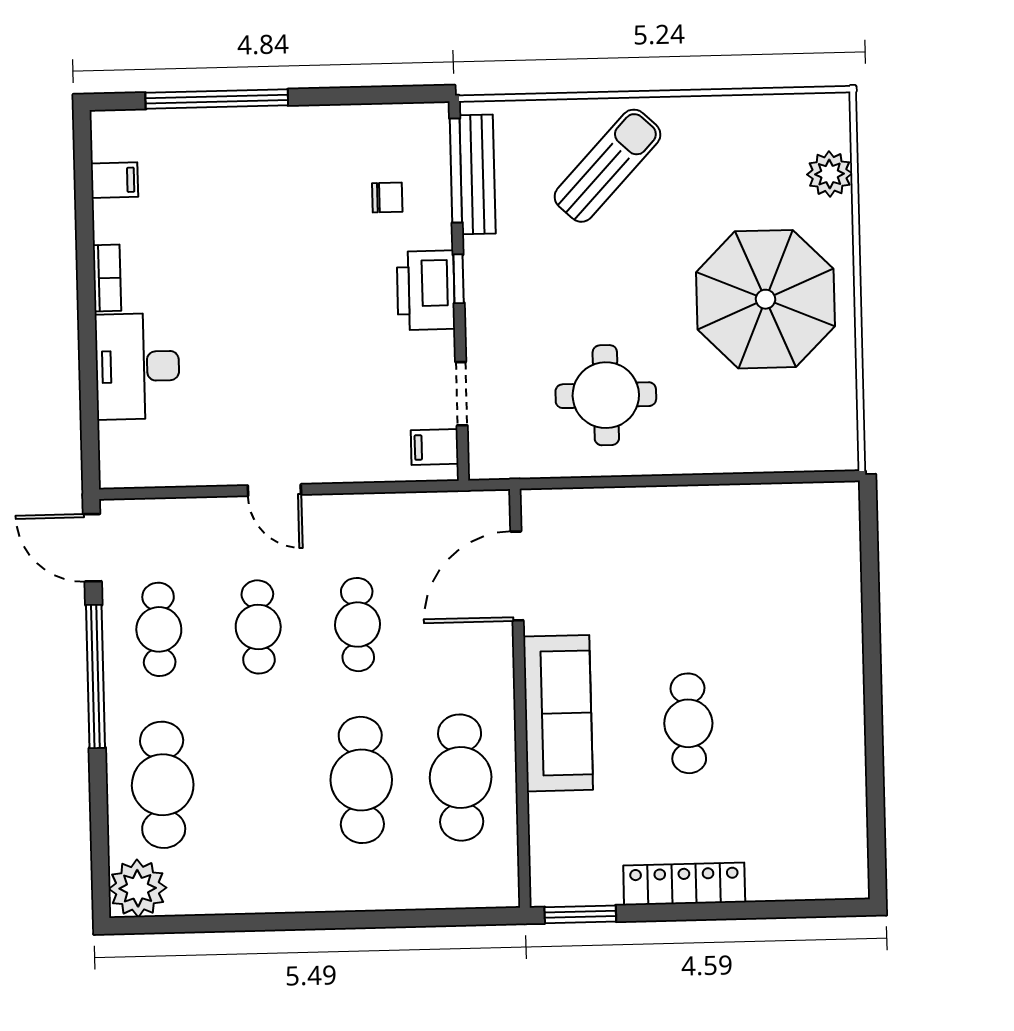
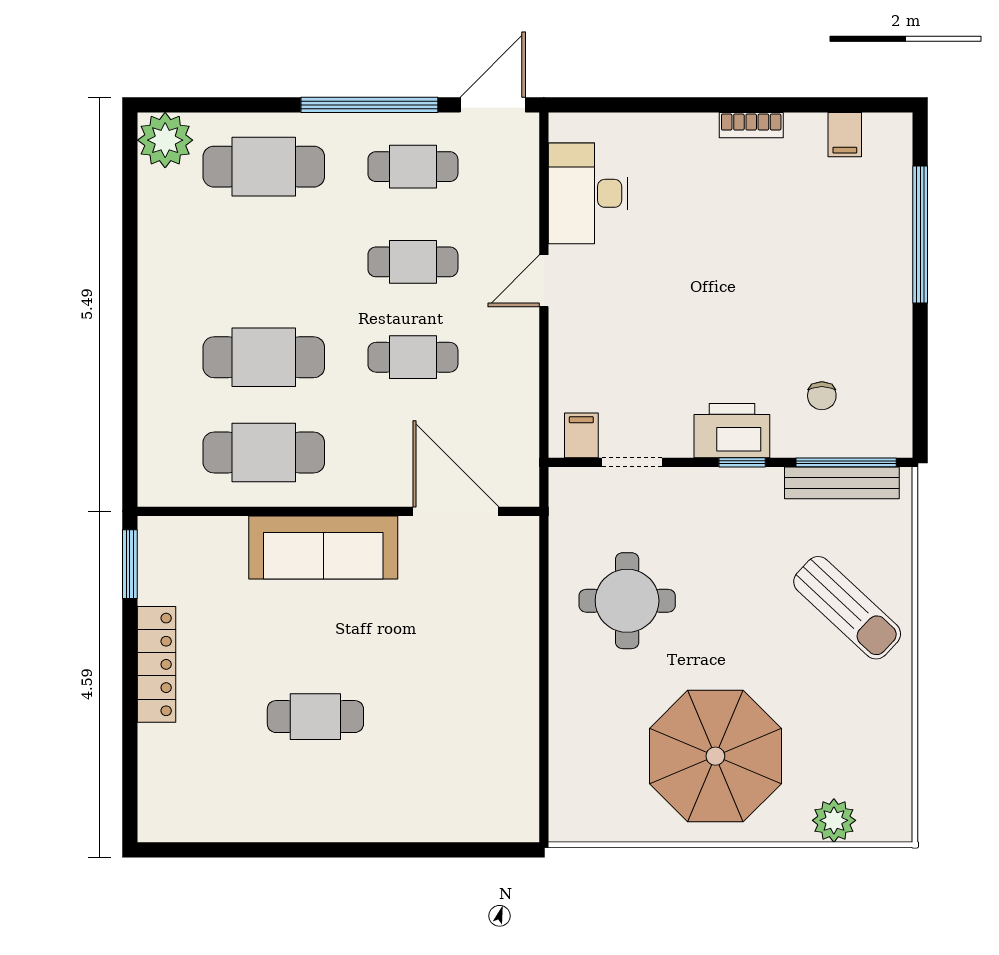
desk: (137, 366) -> (588, 193), moved, turned -90
cafe table: (688, 723) -> (315, 717), moved

